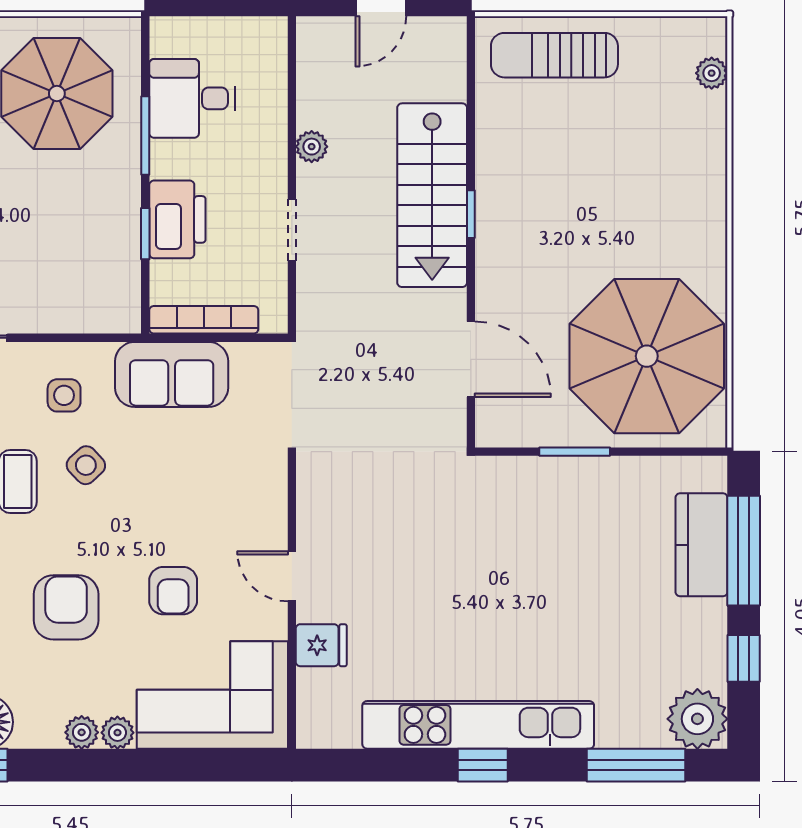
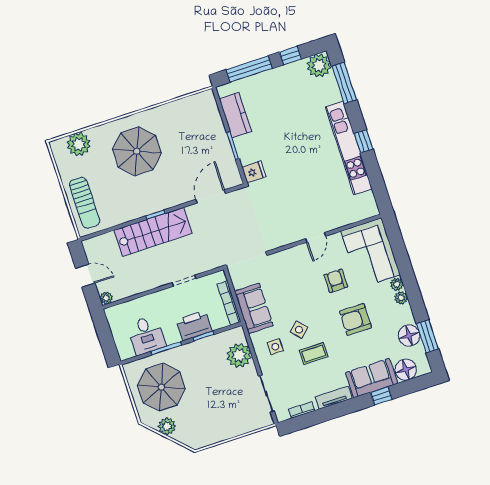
plant: (712, 73) -> (79, 144), width x1.87, depth x1.87
plant: (312, 147) -> (106, 298), moved
plant: (71, 303) -> (239, 355), added
parasol: (647, 356) -> (137, 151), moved, width x0.73, depth x0.73
kitchen counter: (701, 545) -> (235, 115), moved, turned -90
armchair: (173, 591) -> (336, 281), turned -90
fridge: (321, 645) -> (254, 172), moved, turned 90

